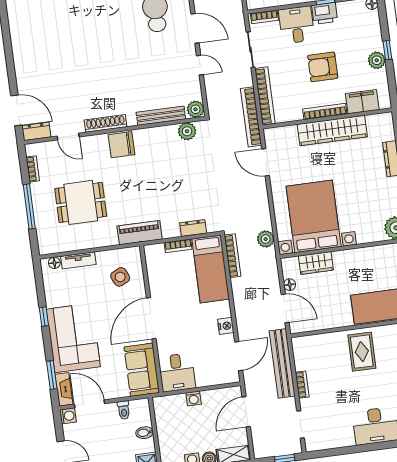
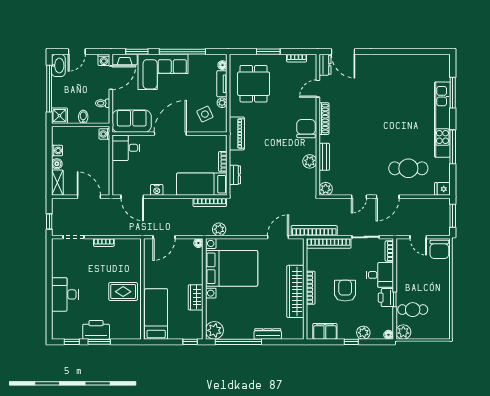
plant: (377, 60) -> (363, 333), moved
filing cabinet: (362, 102) -> (325, 331), moved, turned -90
door: (16, 110) -> (343, 52), hinge flipped
bench: (161, 116) -> (324, 157), width x0.73
plant: (187, 131) -> (310, 161), moved
dining table: (81, 202) -> (254, 84), moved
window: (29, 206) -> (268, 52), width x0.69
plant: (103, 257) -> (222, 103), added
wardrobe: (316, 263) -> (196, 297), moved
floor lamp: (290, 285) -> (198, 243), moved
window: (44, 317) -> (182, 52), width x3.17
door: (151, 318) -> (170, 134), hinge flipped
bench: (282, 363) -> (122, 229), removed
washing machine: (194, 399) -> (104, 134), moved

